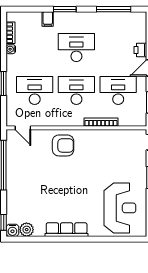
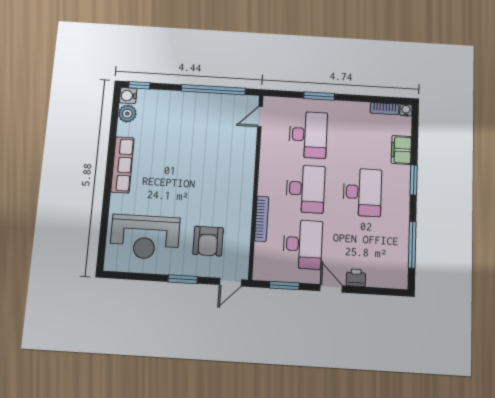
filing cabinet: (48, 19) -> (401, 150), width x2.00
water cooler: (11, 49) -> (406, 110), moved
armchair: (63, 145) -> (208, 241), moved

